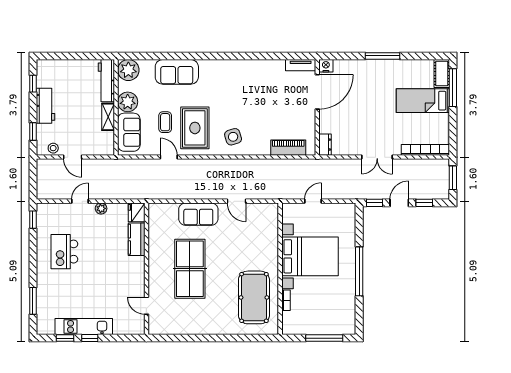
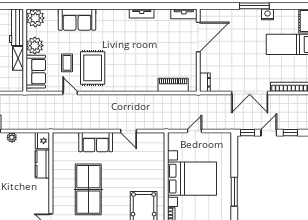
tv unit: (252, 65) -> (142, 14), added
nightstand: (326, 66) -> (268, 14), moved
side table: (233, 137) -> (126, 76), removed
double door: (377, 157) -> (250, 93), width x1.37
window: (359, 271) -> (234, 192), width x0.68

